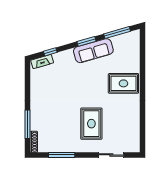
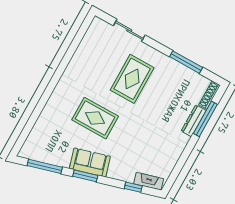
sofa: (93, 51) -> (90, 162), width x0.73
rug: (123, 83) -> (95, 118), moved
dresser: (35, 119) -> (194, 121), added

